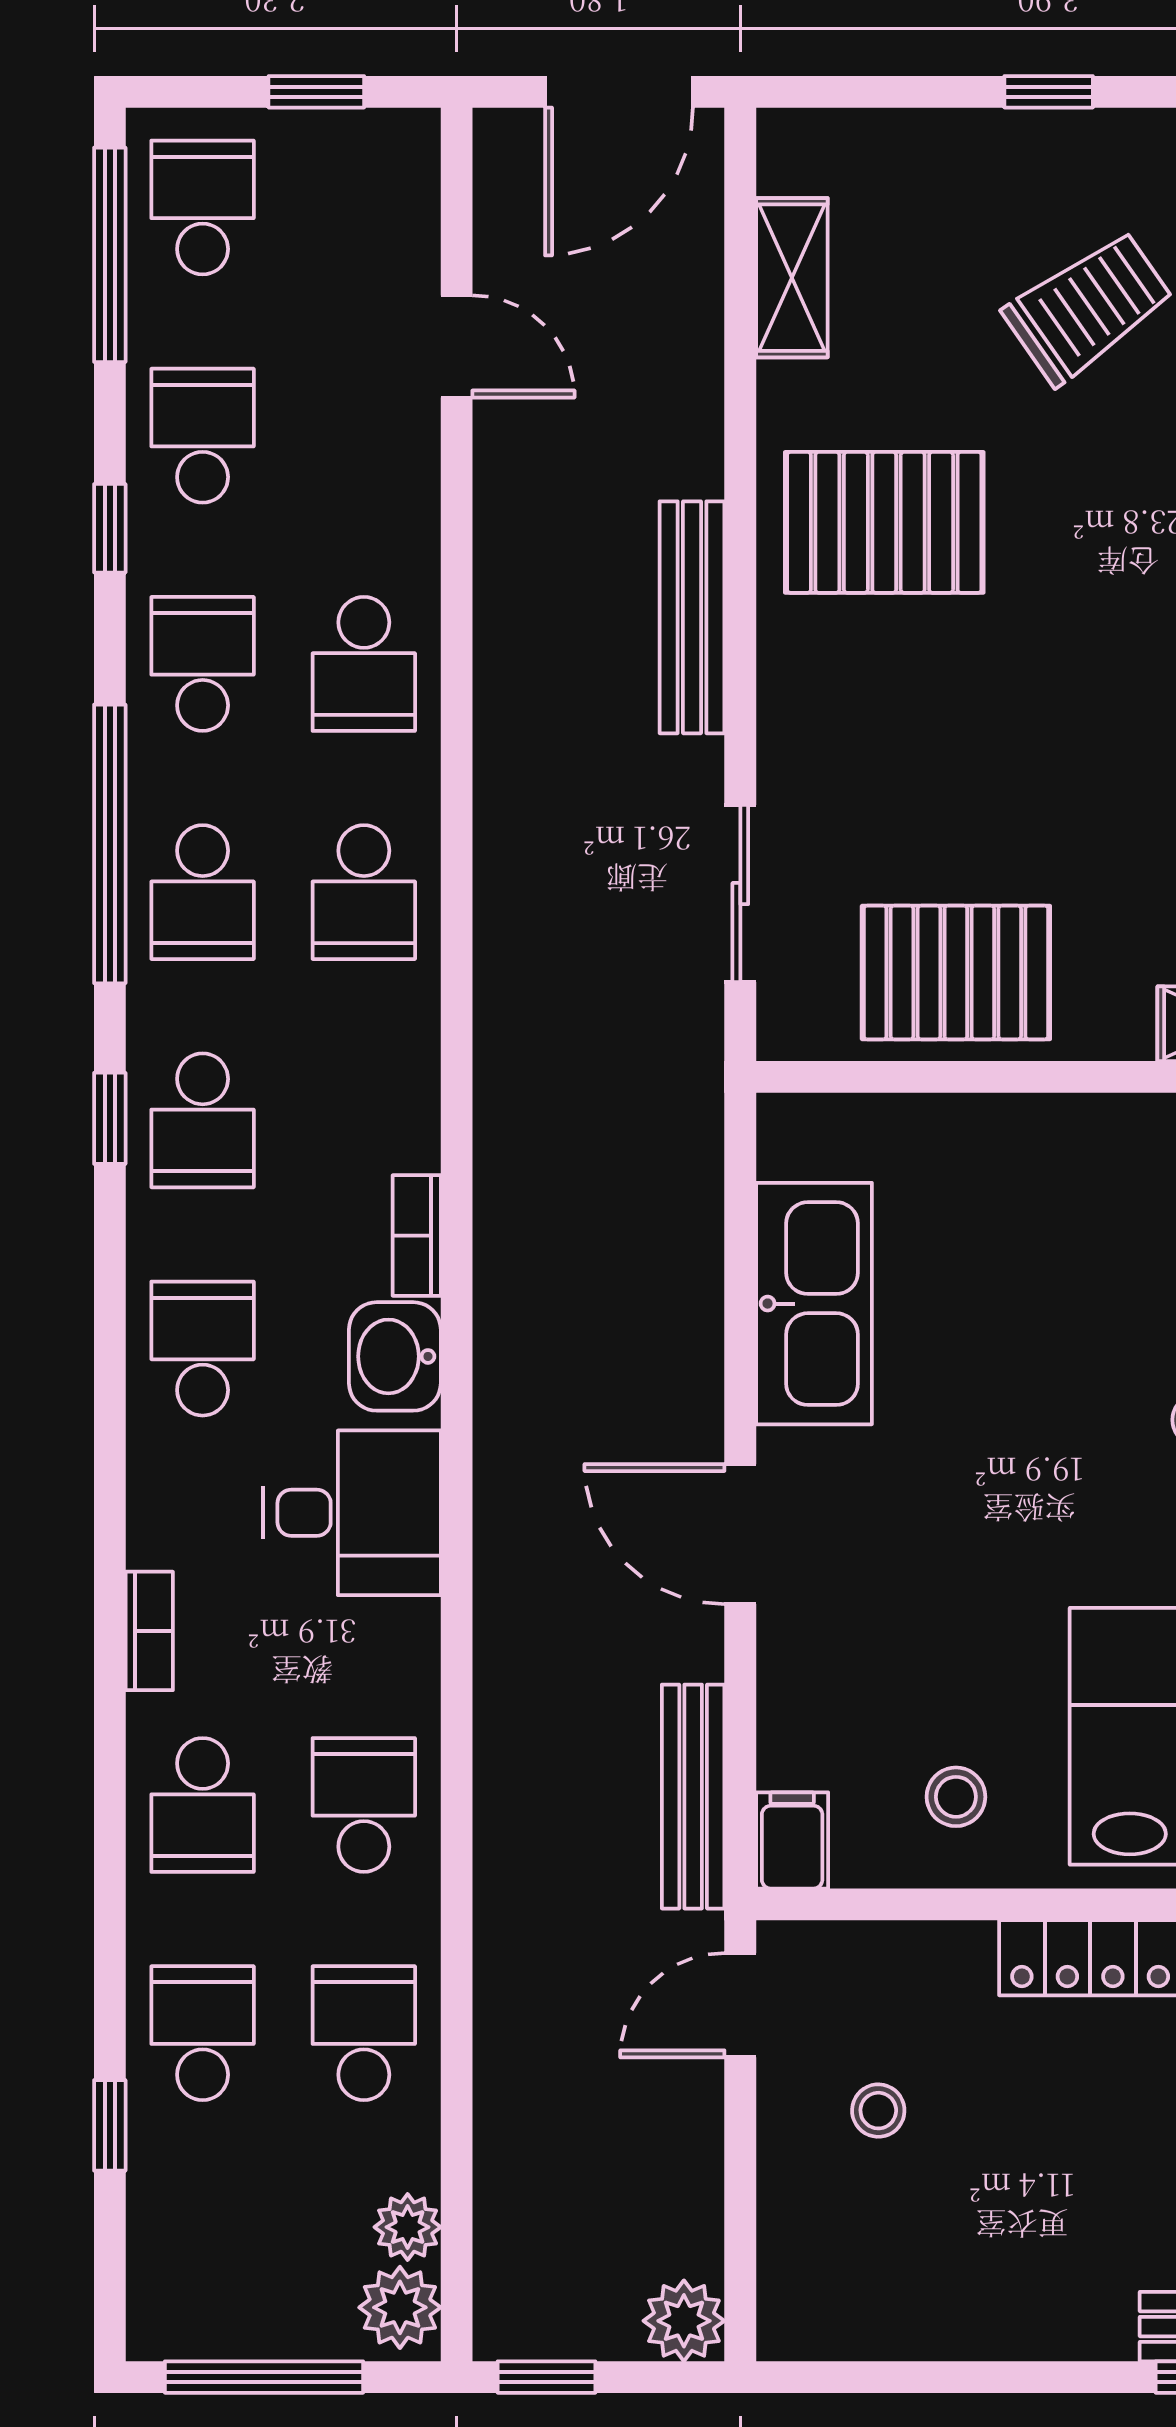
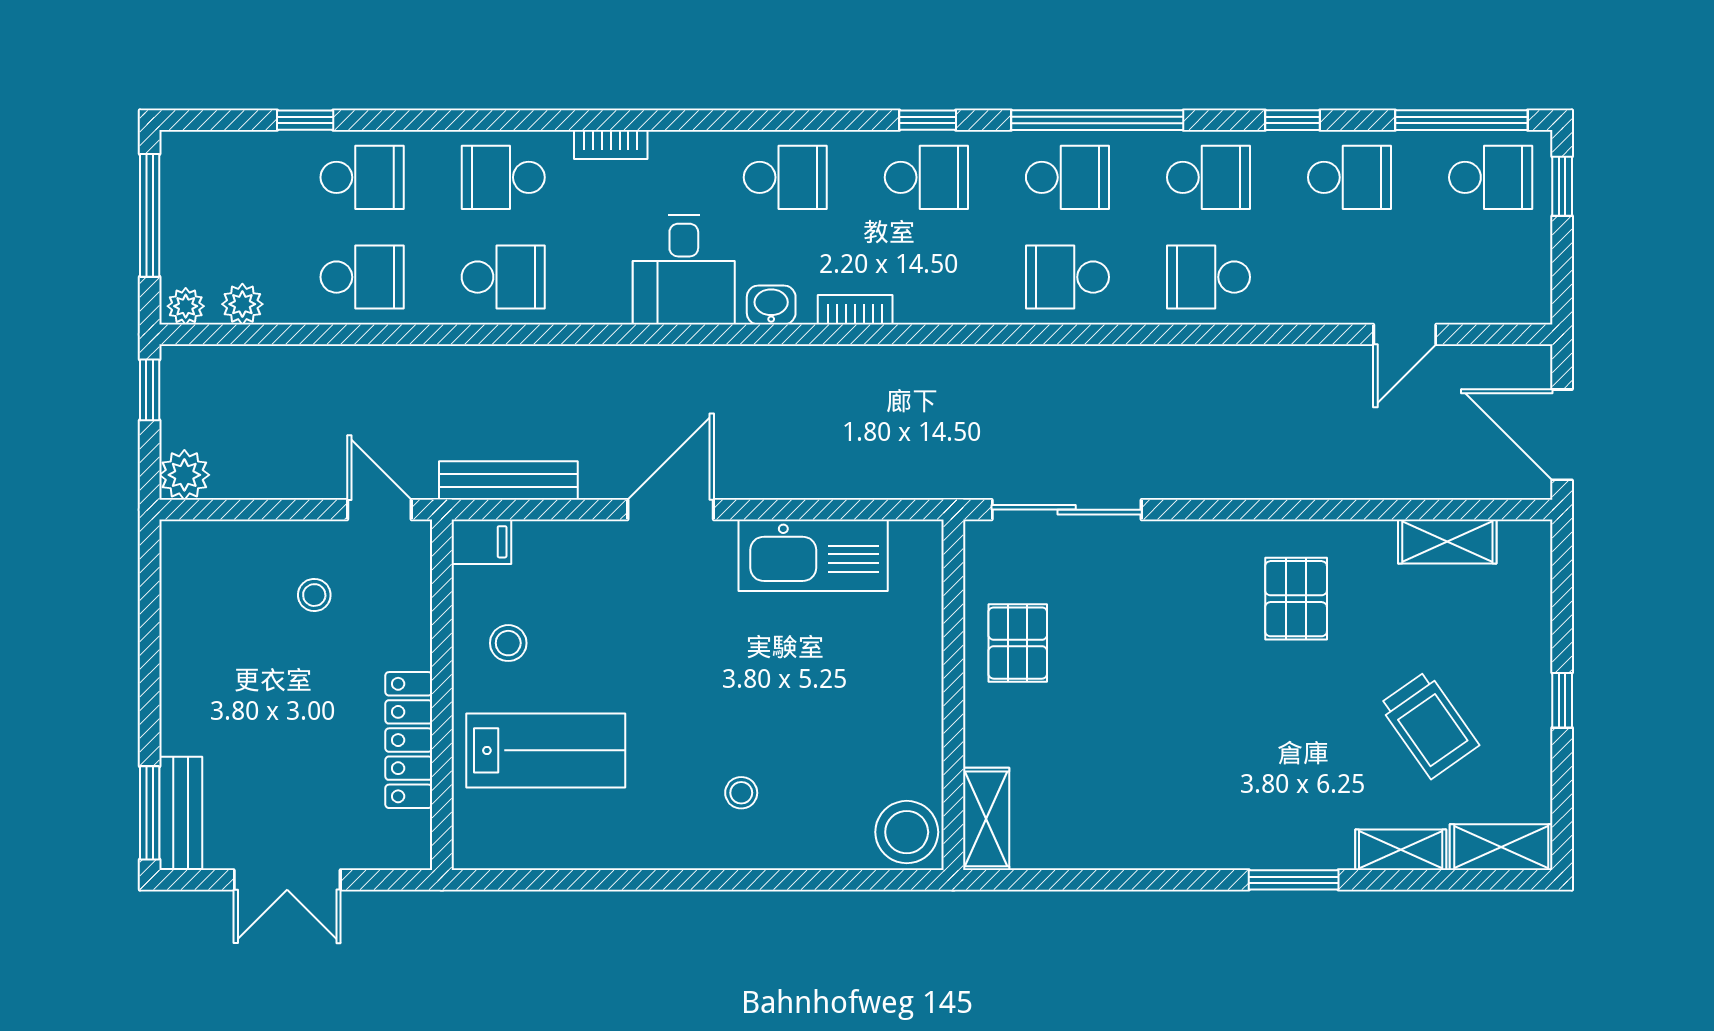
window: (316, 92) -> (1562, 186), moved
pallet: (884, 522) -> (1296, 599), width x0.67, depth x0.71
bench: (692, 617) -> (1237, 480), removed
school desk: (203, 892) -> (1067, 177), turned 180
sliding door: (740, 894) -> (1067, 510), width x1.37
pallet: (956, 972) -> (1018, 643), width x0.67, depth x0.71
school desk: (203, 1120) -> (926, 177), turned 180
washbasin: (395, 1356) -> (771, 305), width x0.72, depth x0.69
plant: (400, 2307) -> (186, 306), width x0.73, depth x0.73

